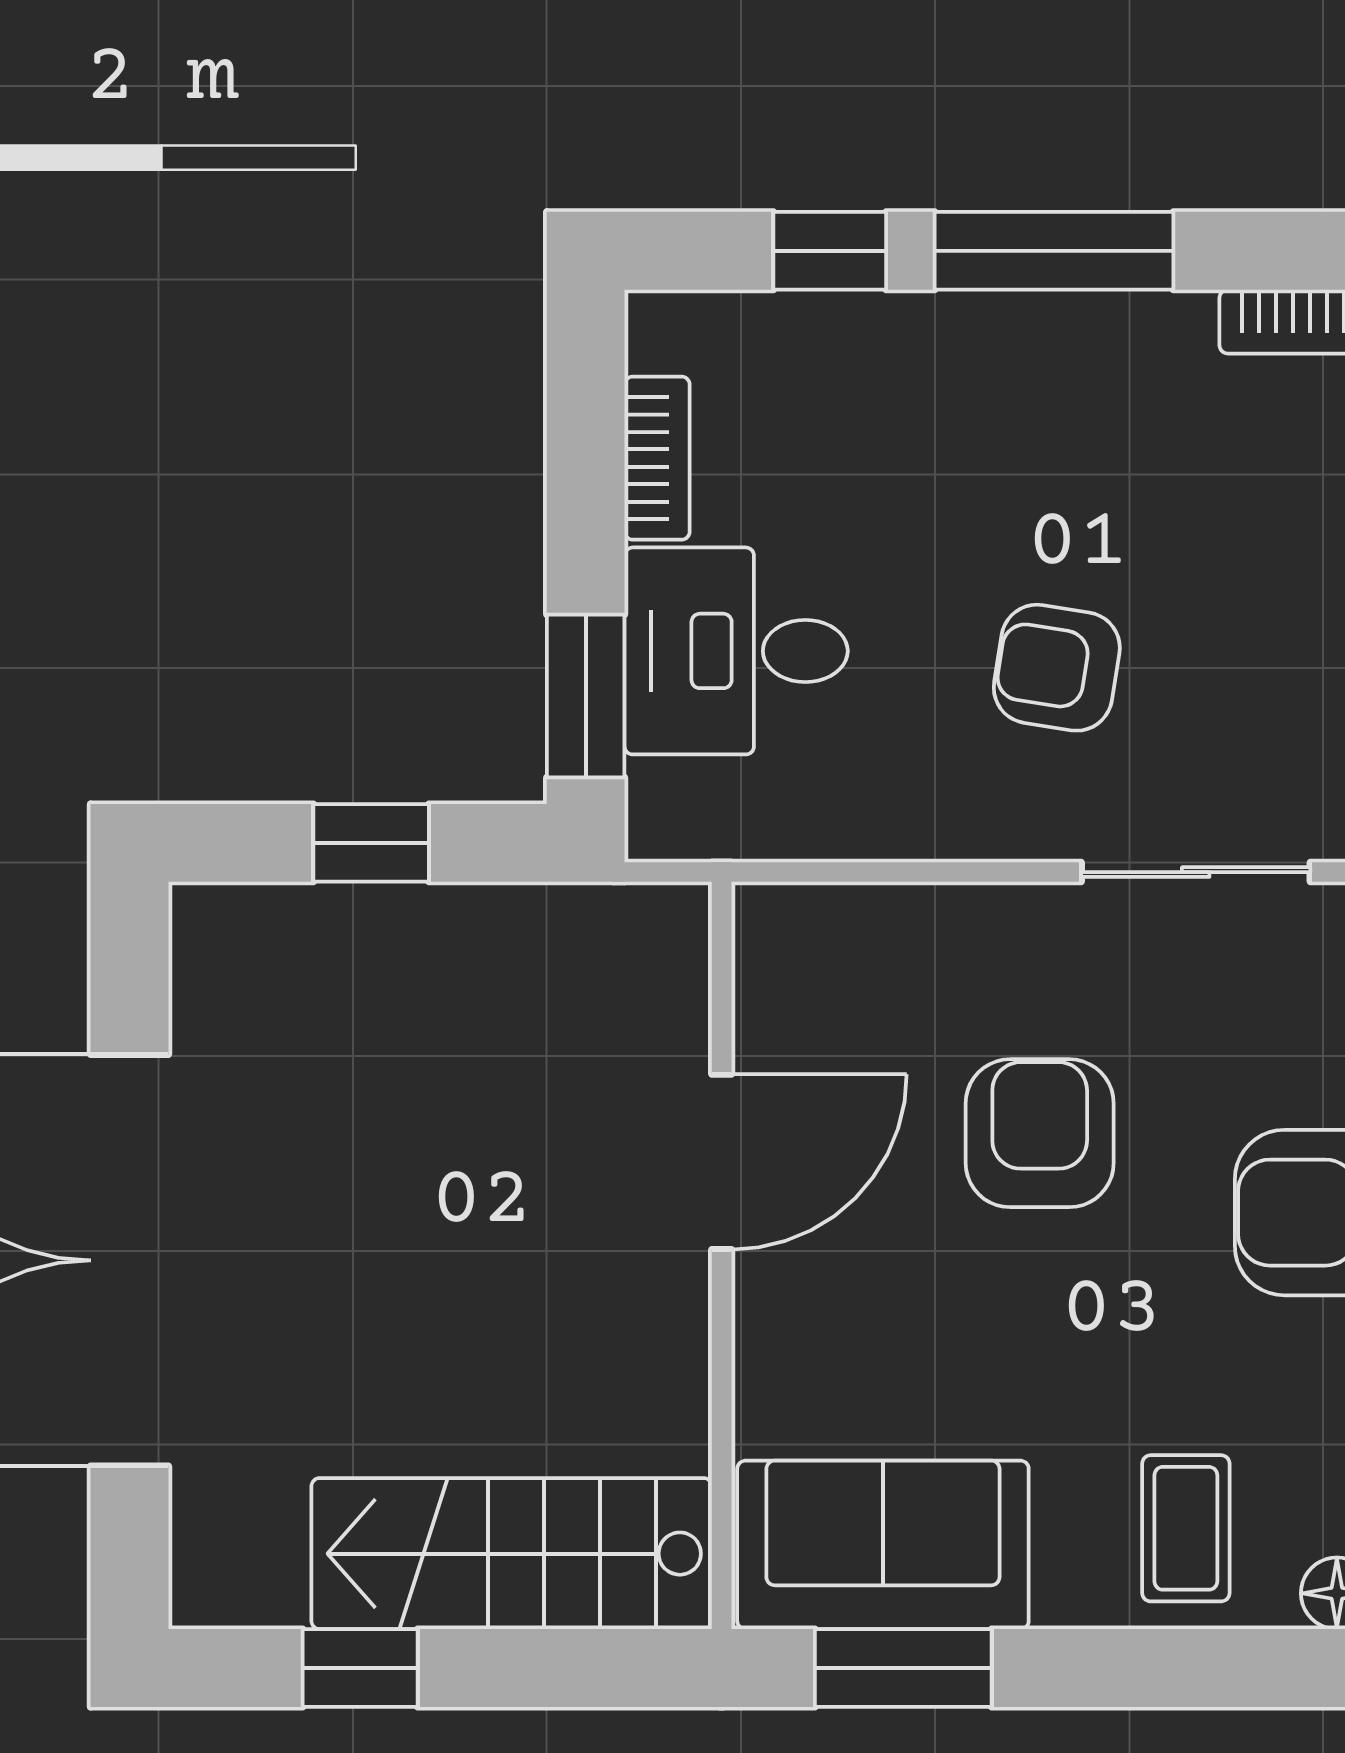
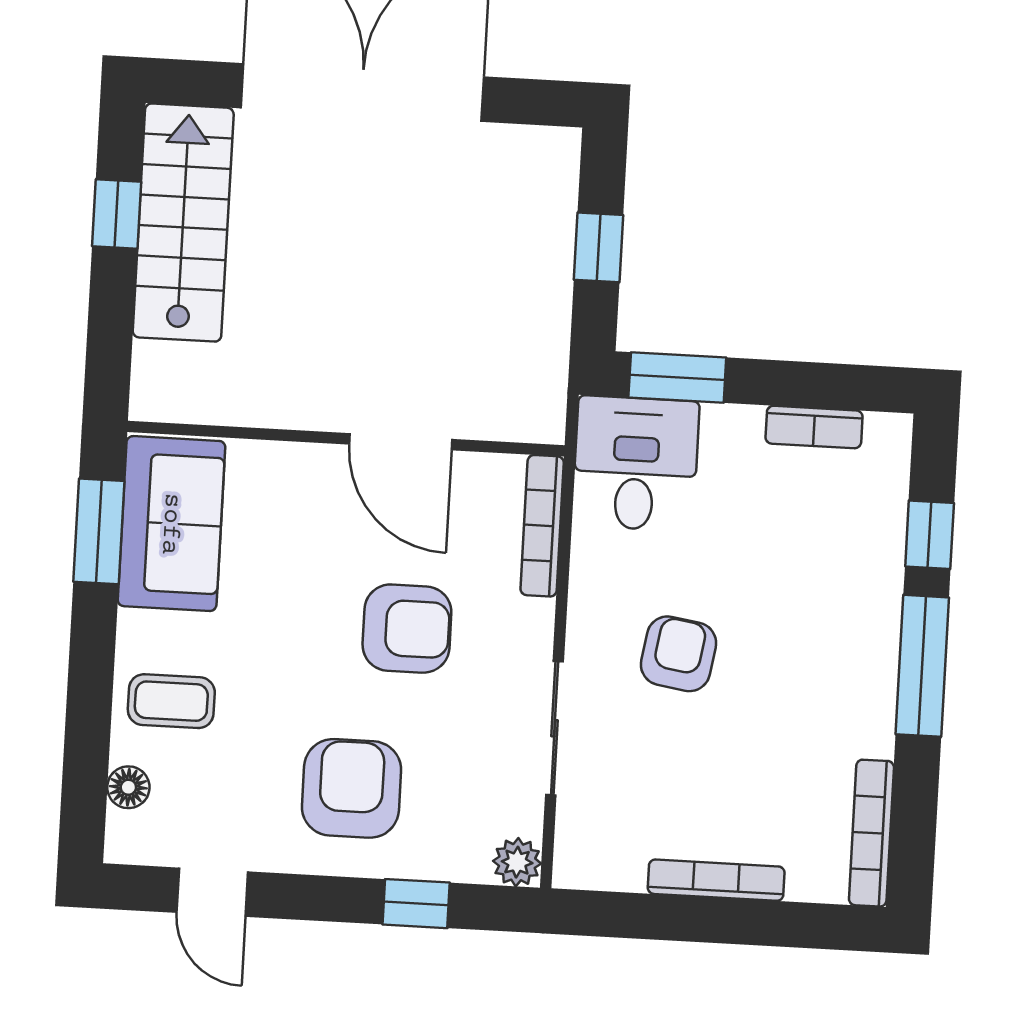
desk: (736, 651) -> (636, 463), moved
bookcase: (851, 912) -> (542, 526), added
stairs: (512, 1554) -> (183, 223), moved

